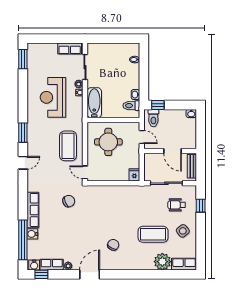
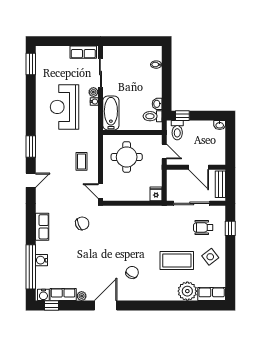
coffee table: (68, 146) -> (81, 161), width x0.54, depth x0.58
row of seats: (33, 210) -> (42, 227), width x0.68

